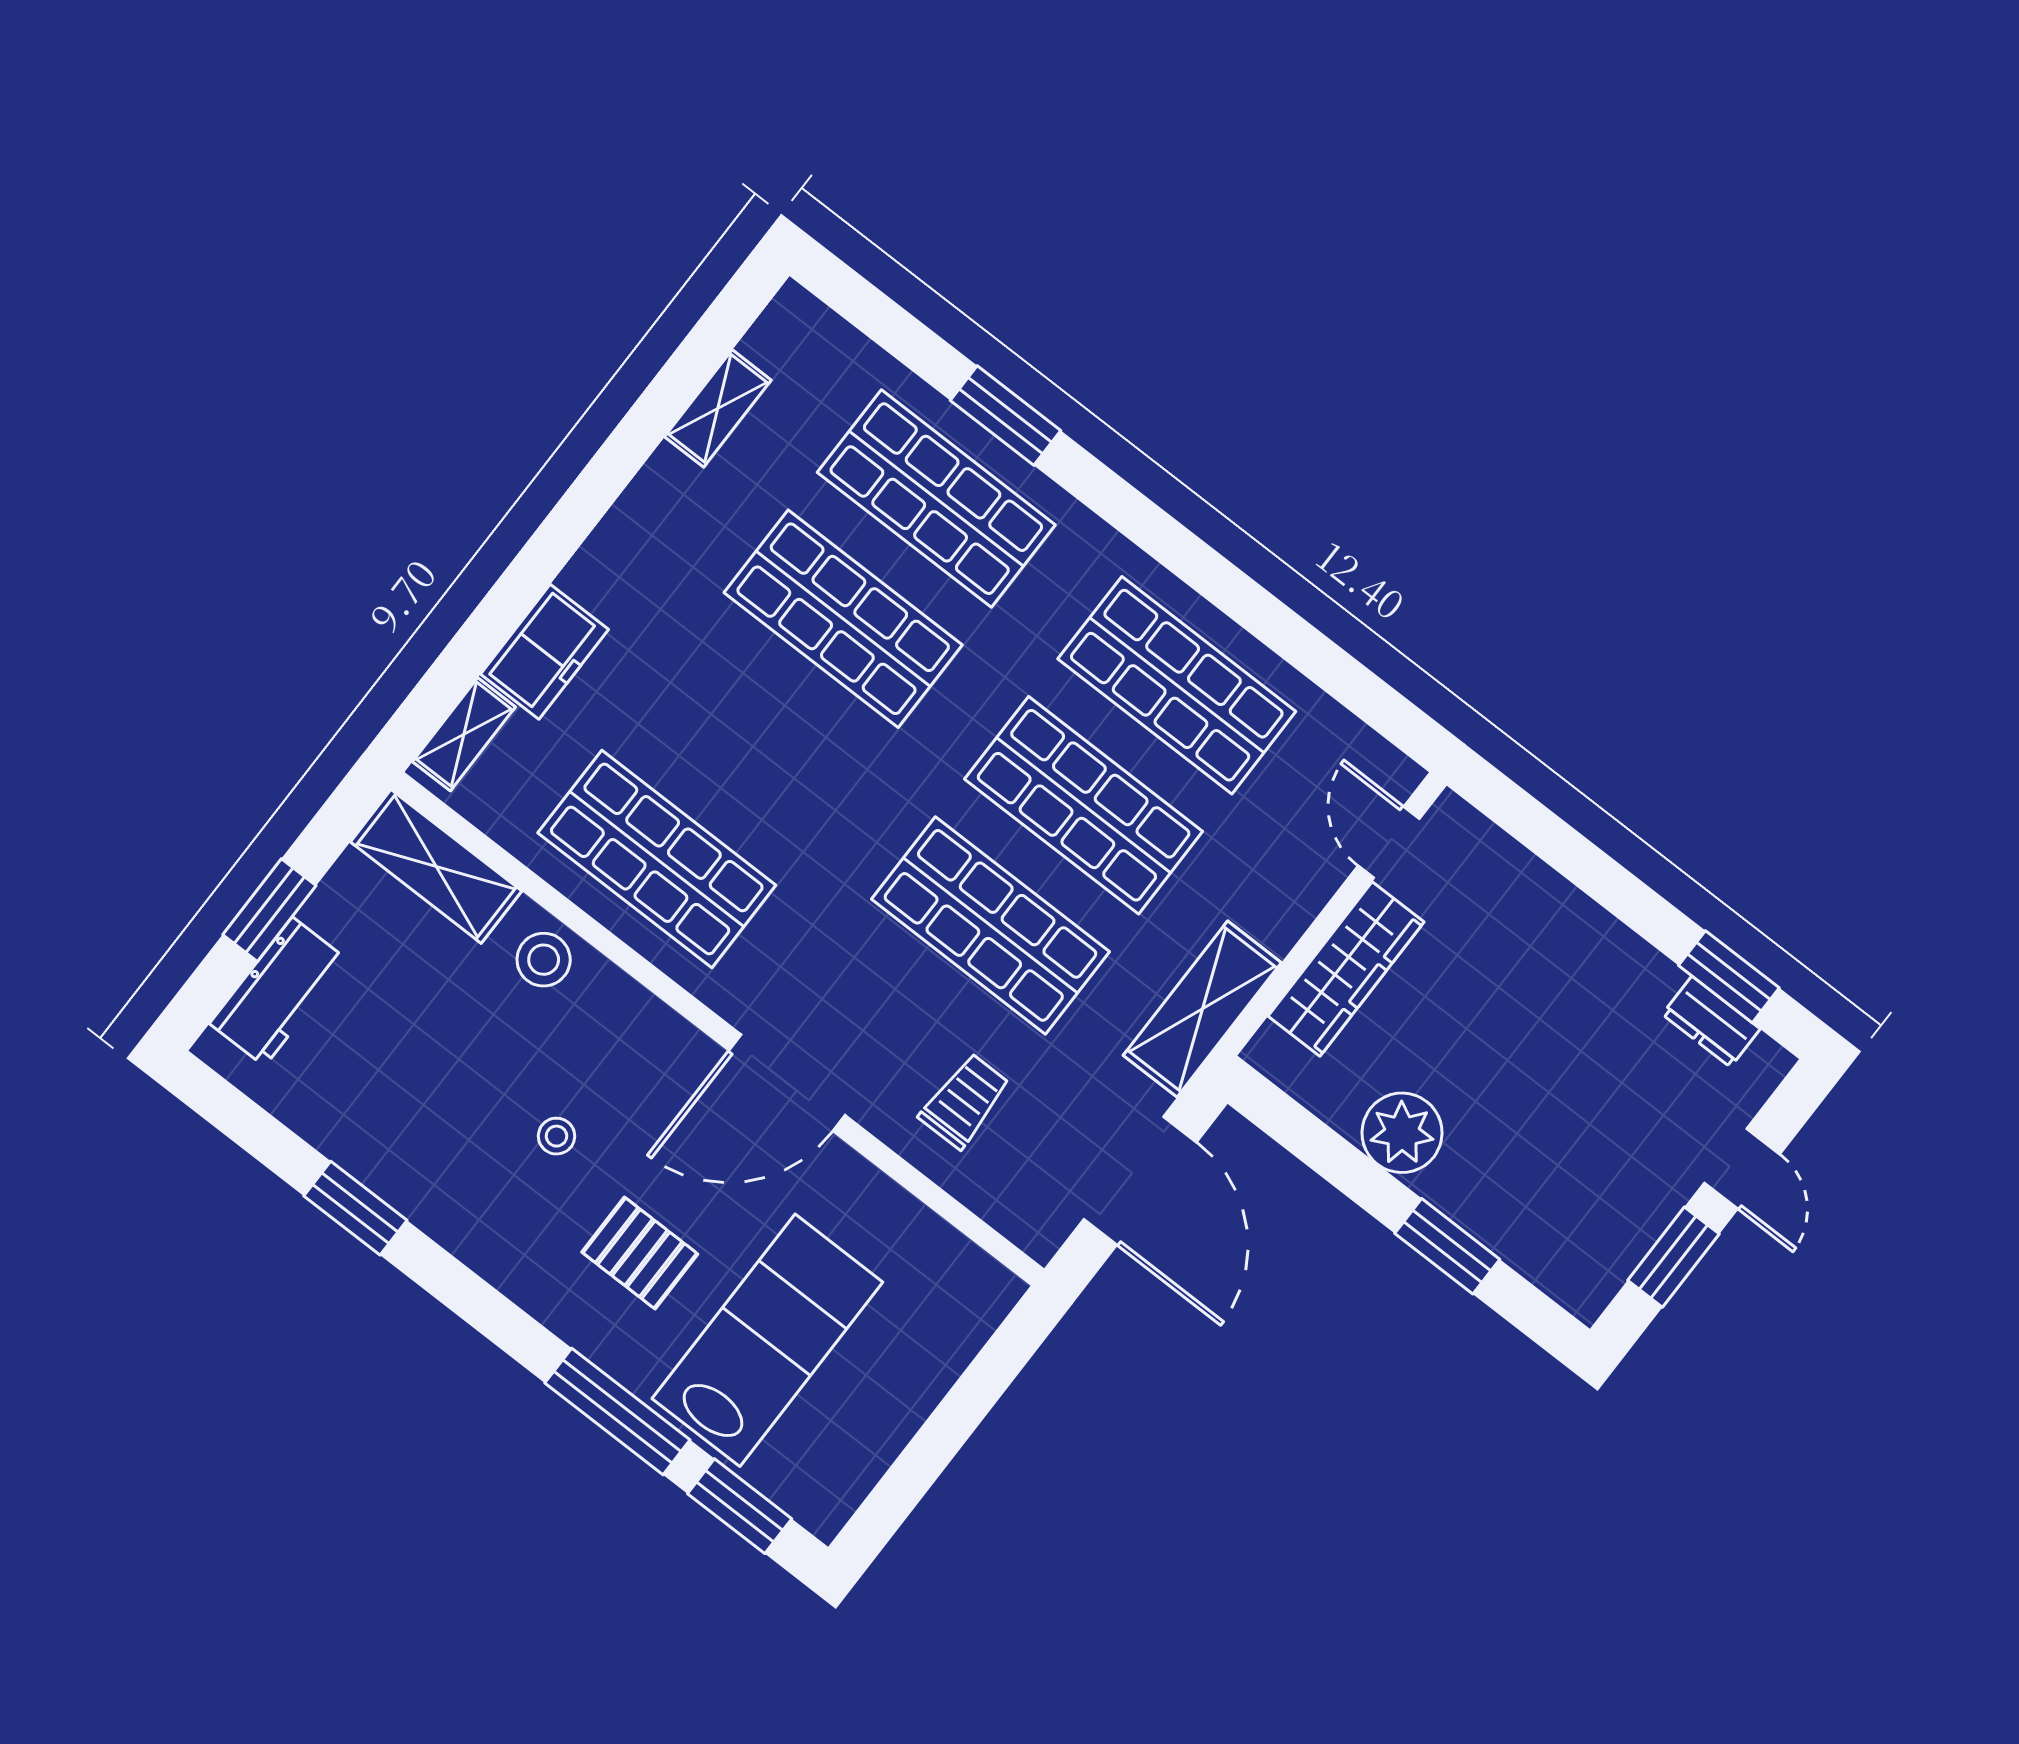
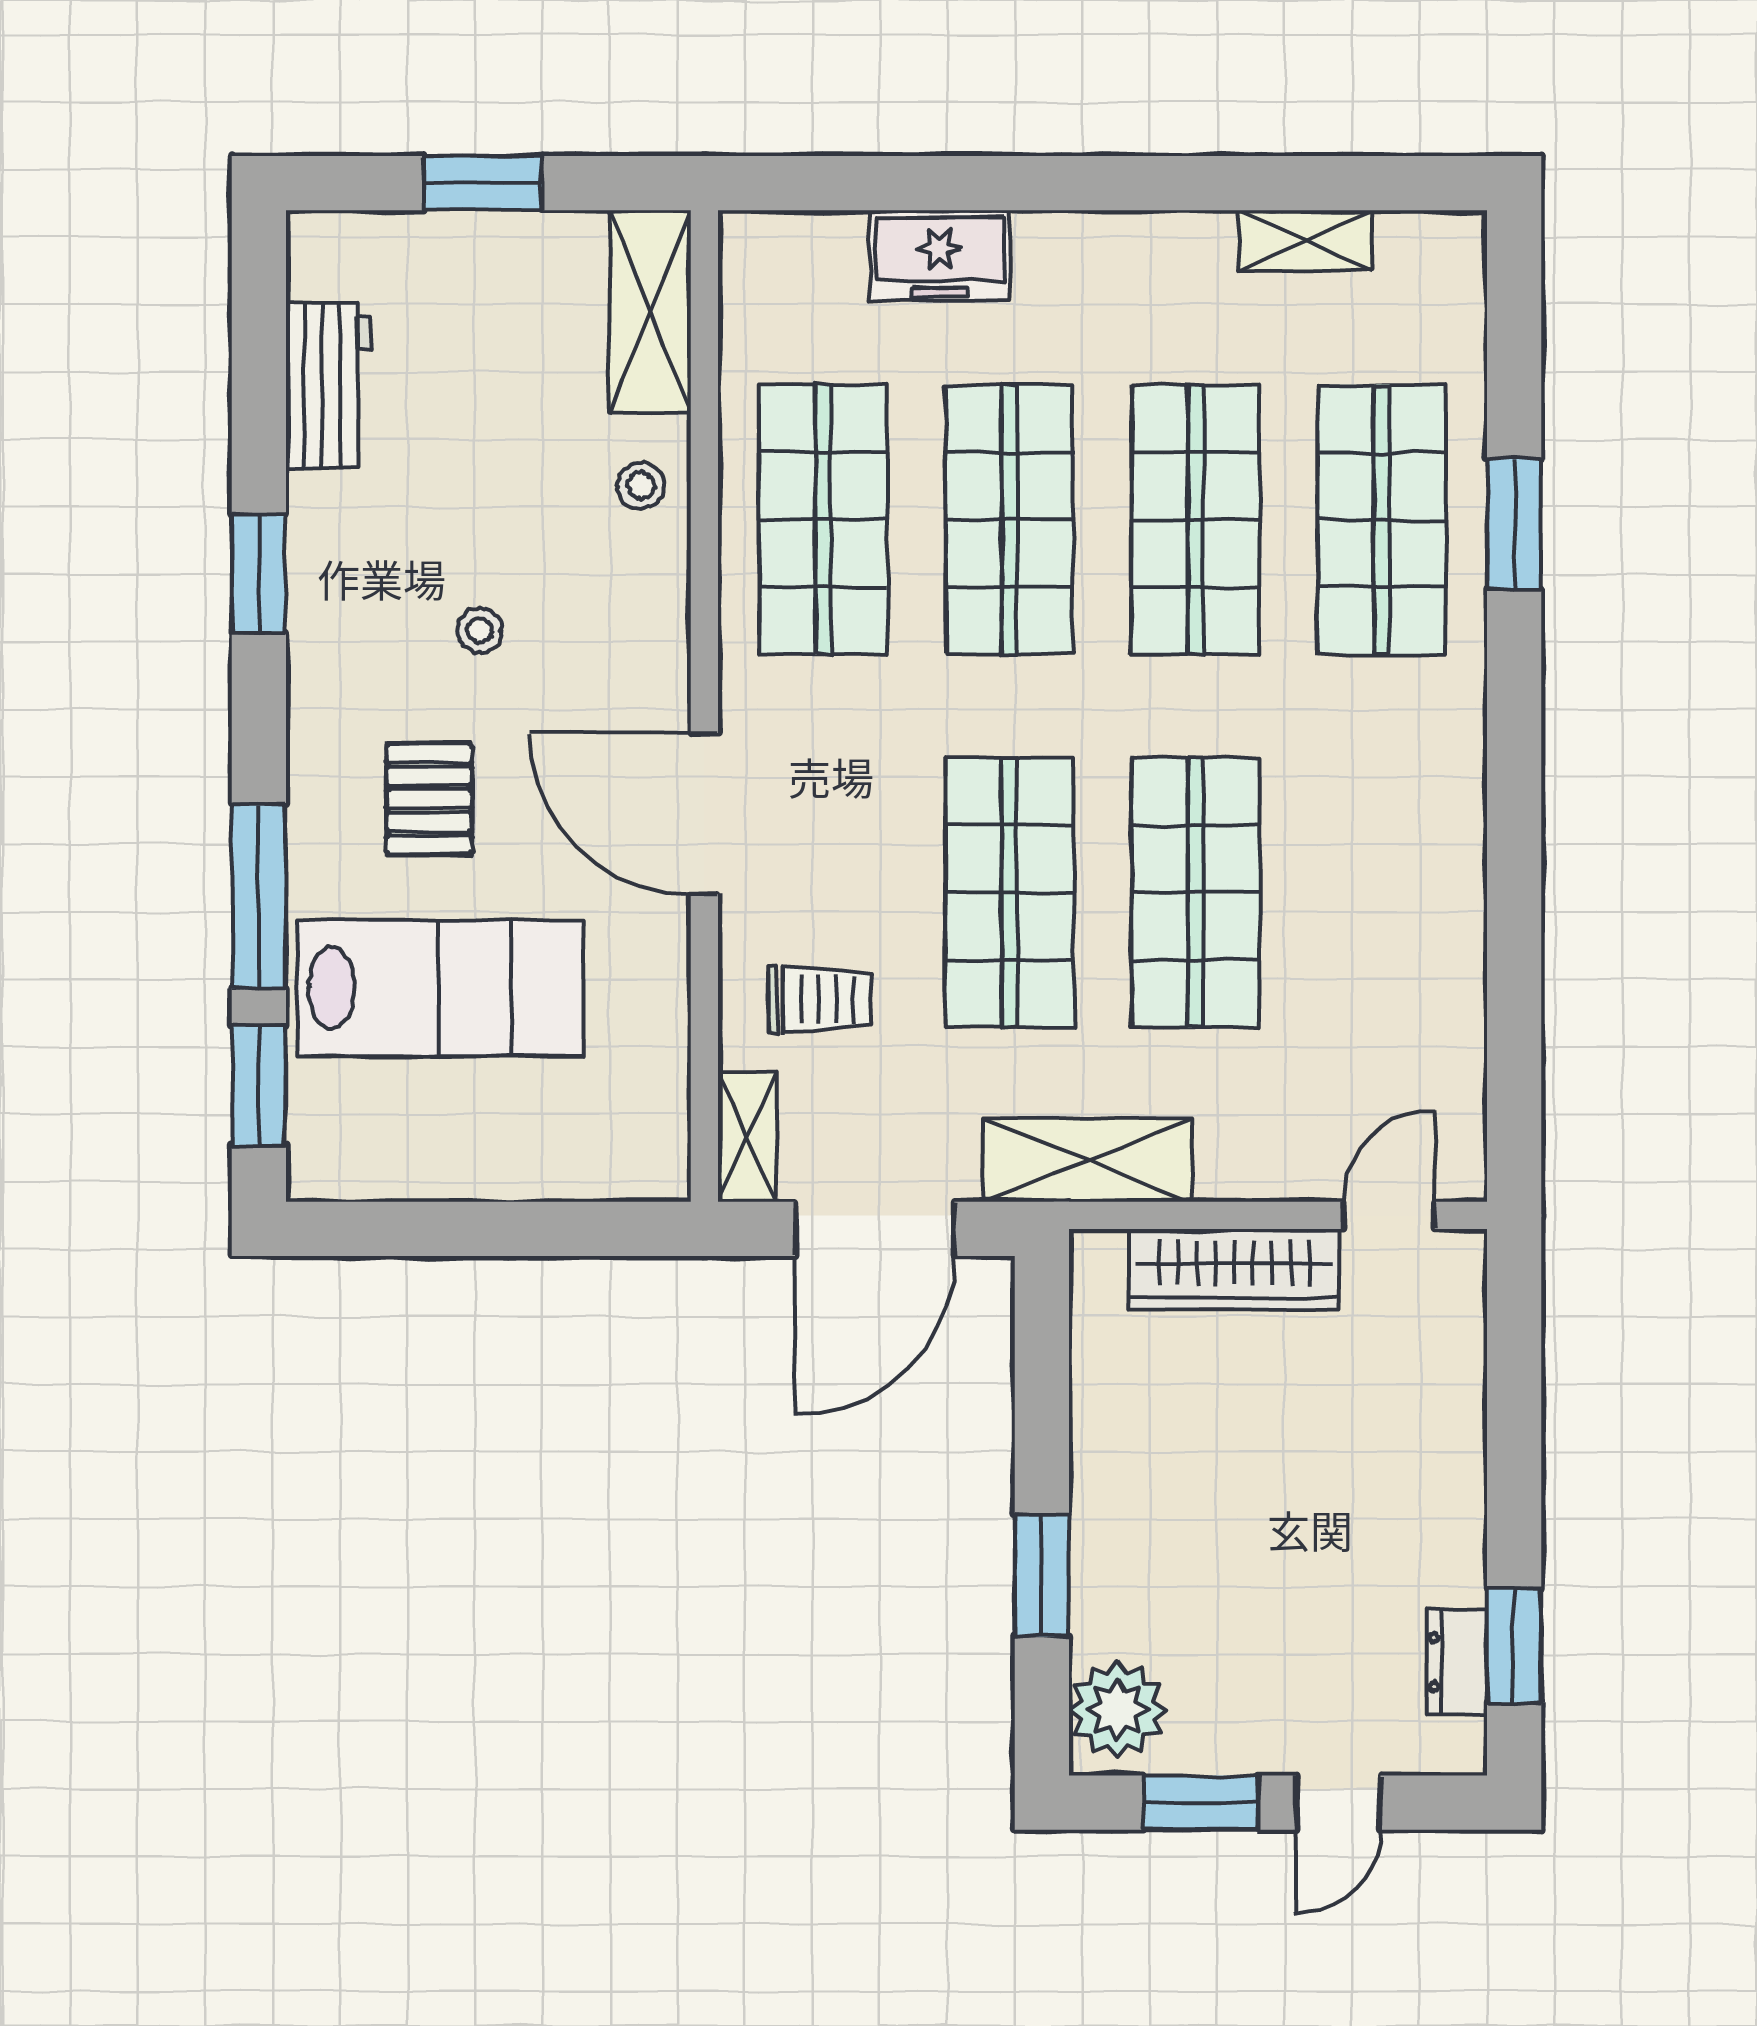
shop shelf: (1177, 685) -> (1009, 520), moved
shelving: (464, 734) -> (747, 1137), moved, turned 90
stool: (544, 960) -> (641, 486), width x0.73, depth x0.73
workbench: (278, 992) -> (329, 386), moved, turned -90
plant: (1402, 1133) -> (1118, 1710), moved
window: (355, 1208) -> (259, 573), moved

